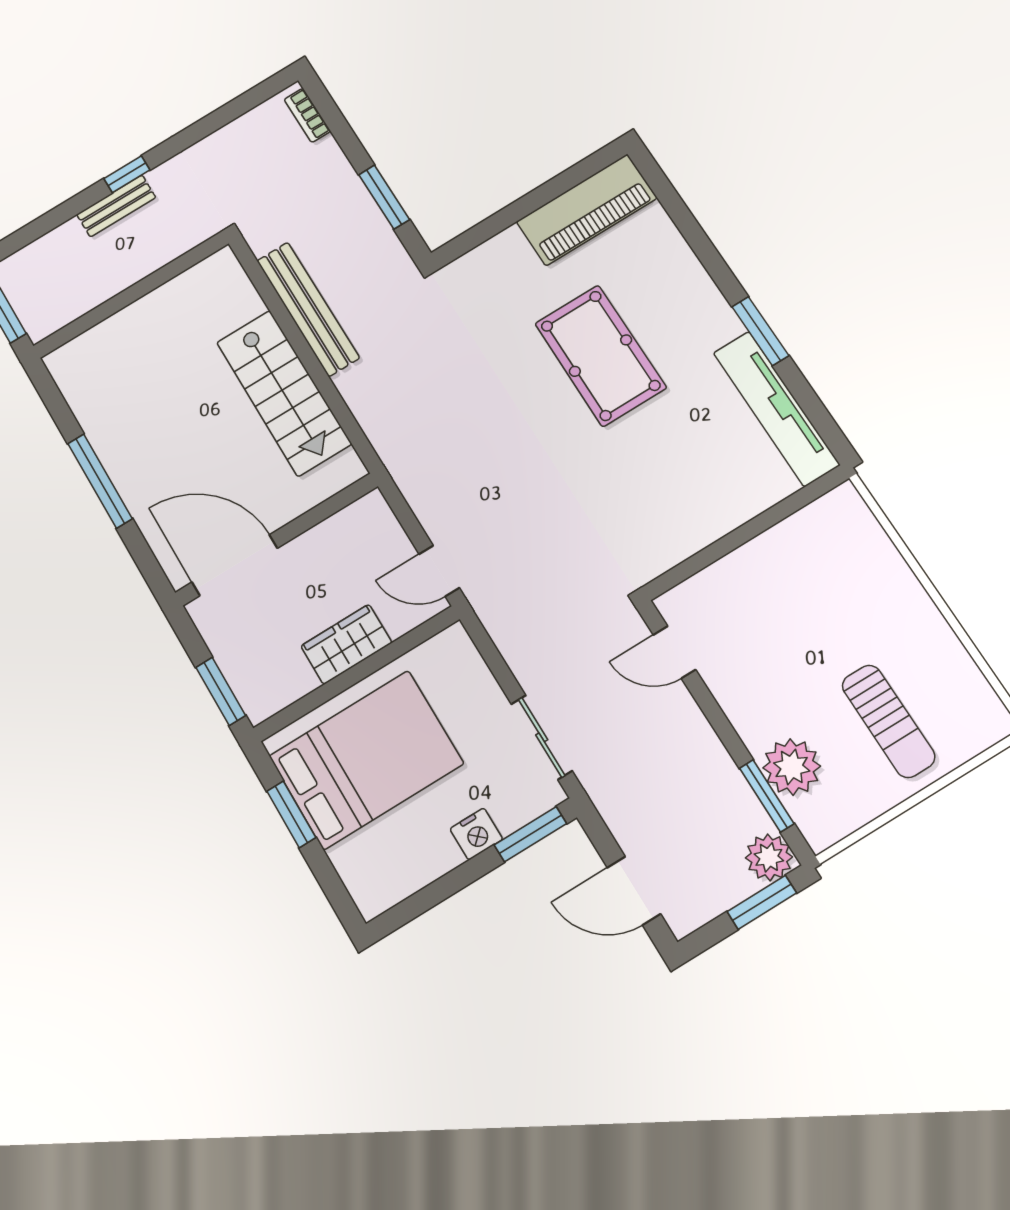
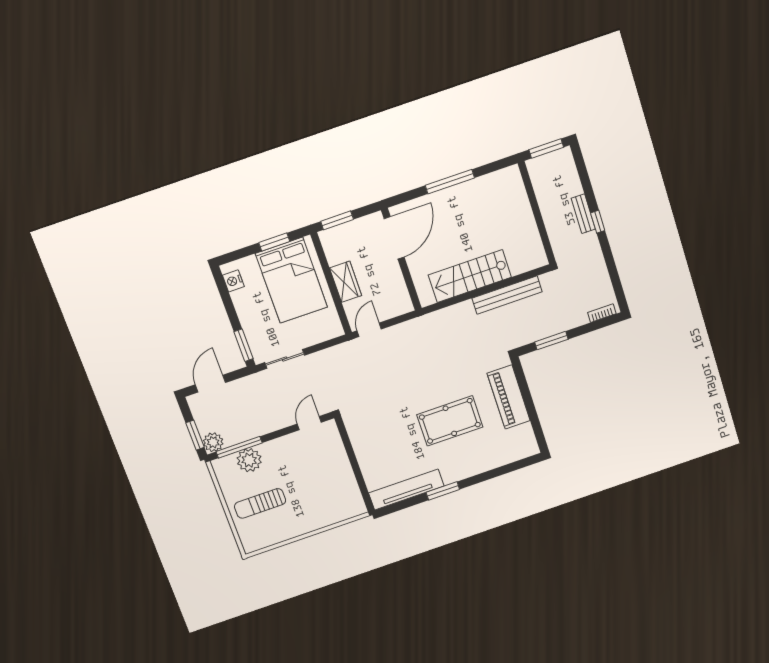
piano: (587, 210) -> (509, 397), moved
window: (767, 796) -> (239, 447), width x1.44
nightstand: (476, 834) -> (233, 281), moved

